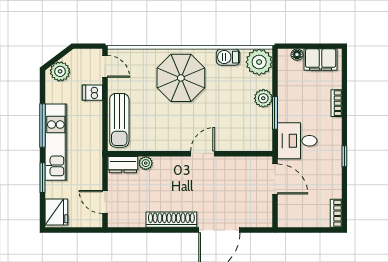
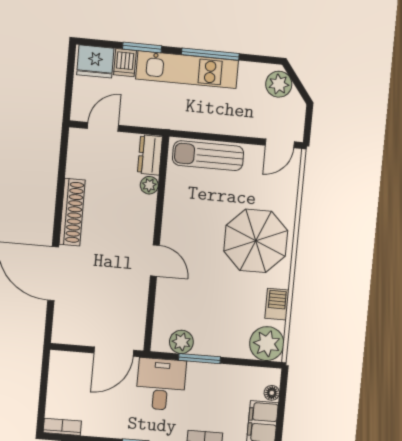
dishwasher: (92, 93) -> (125, 63), moved, turned 180
plant: (263, 98) -> (181, 342), moved

